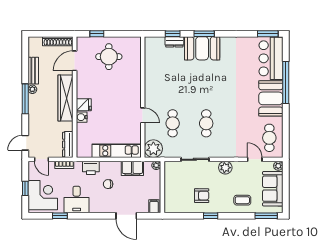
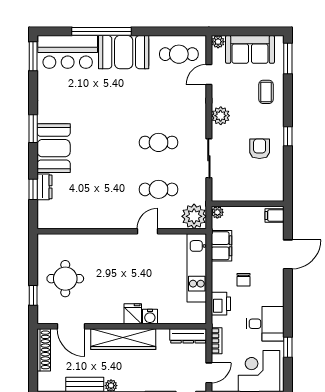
window: (204, 34) -> (33, 129), moved

